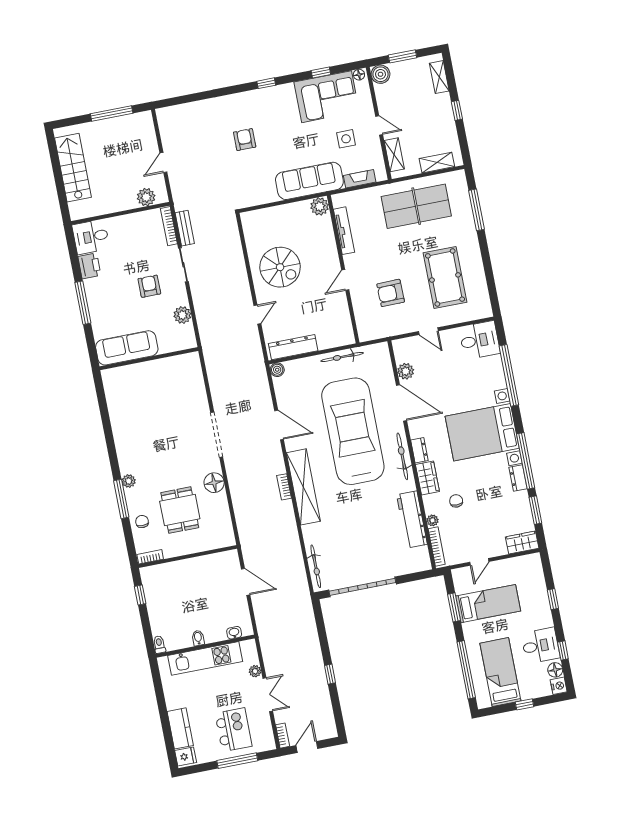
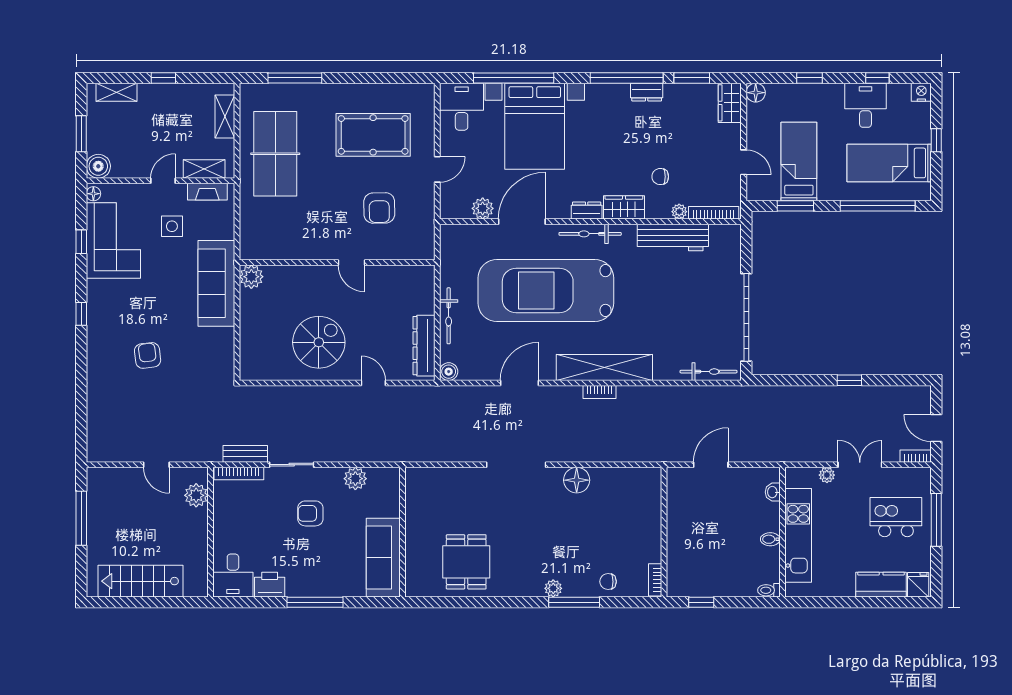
armchair: (245, 140) -> (148, 355), turned 83
fireplace: (360, 179) -> (207, 192), moved, turned -90
tv unit: (344, 231) -> (288, 252), removed
bicycle: (342, 357) -> (449, 316), moved
bed with nightstands: (482, 432) -> (535, 126), moved
dining table: (180, 510) -> (466, 562), moved, turned 90
floor lamp: (555, 670) -> (756, 93), moved

